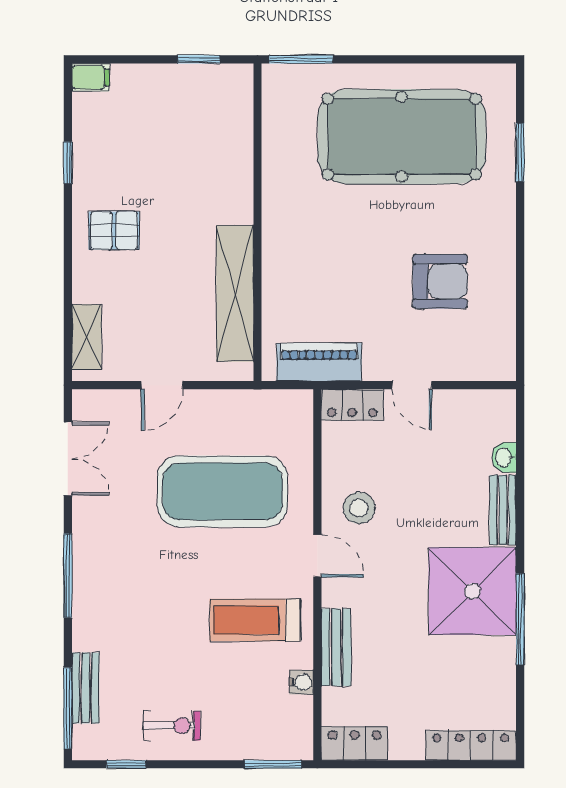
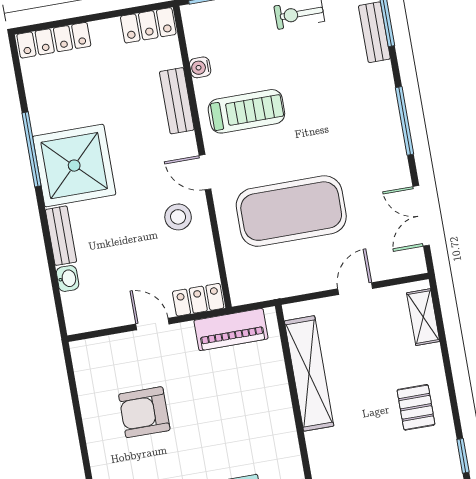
pallet: (114, 231) -> (416, 407), turned 90

